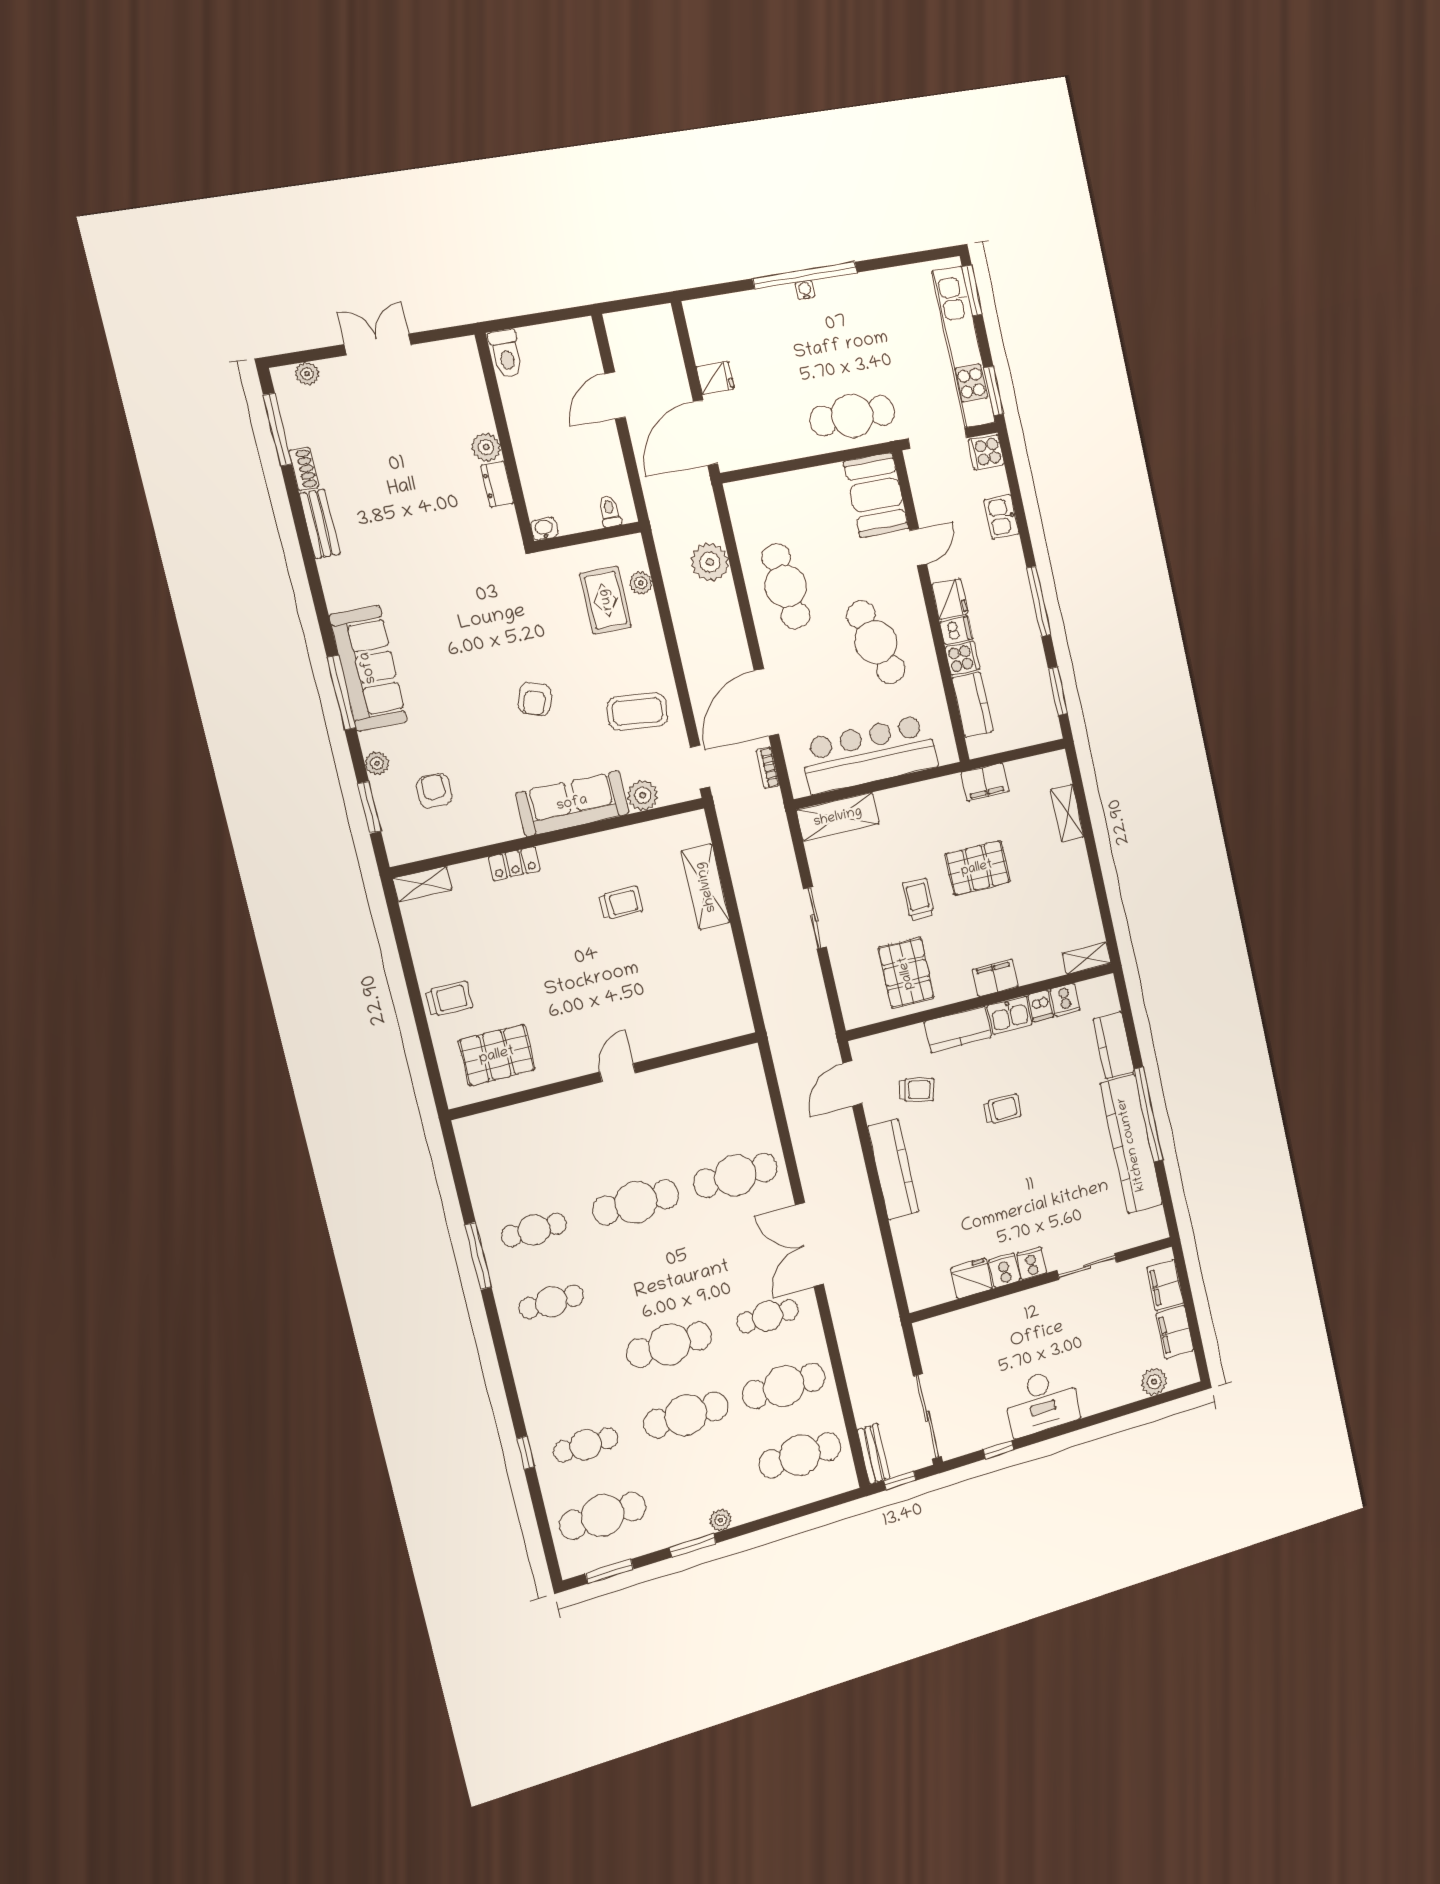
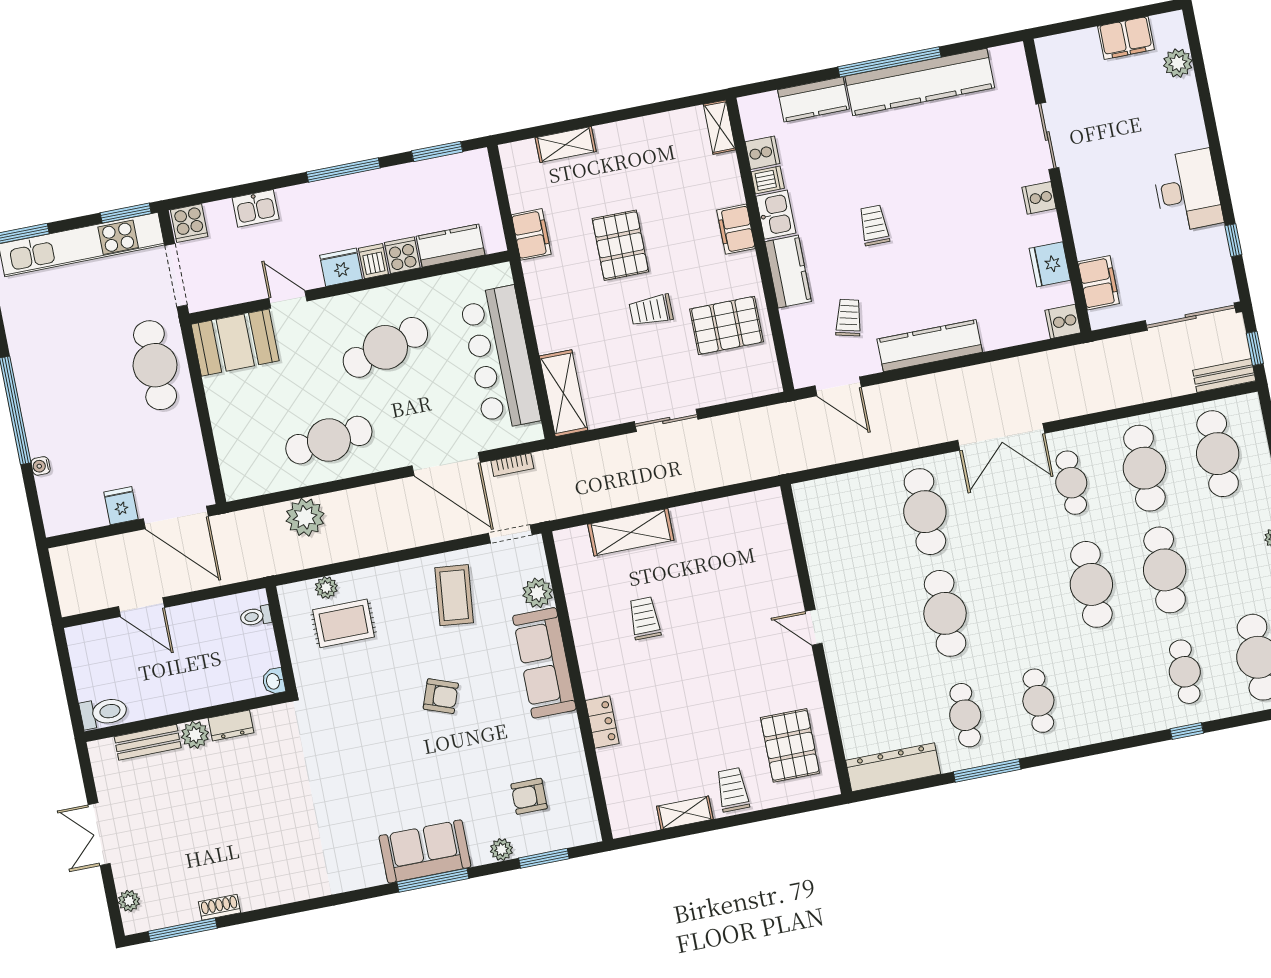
water cooler: (805, 290) -> (41, 466), moved
bench: (320, 524) -> (148, 742), moved
sofa: (368, 668) -> (425, 851), width x0.73
shelving: (422, 884) -> (685, 813), moved, turned 90
dresser: (478, 1161) -> (893, 767), added
cooker: (1004, 1270) -> (1063, 321), moved
filing cabinet: (1165, 1285) -> (1099, 283), moved, turned -90

